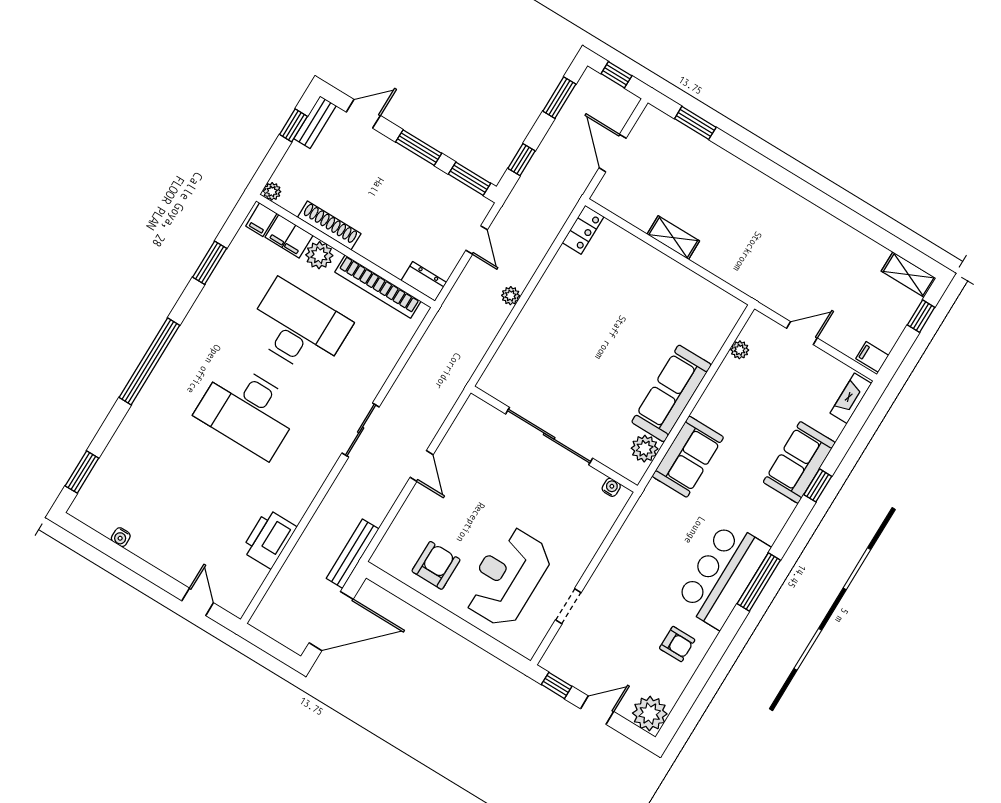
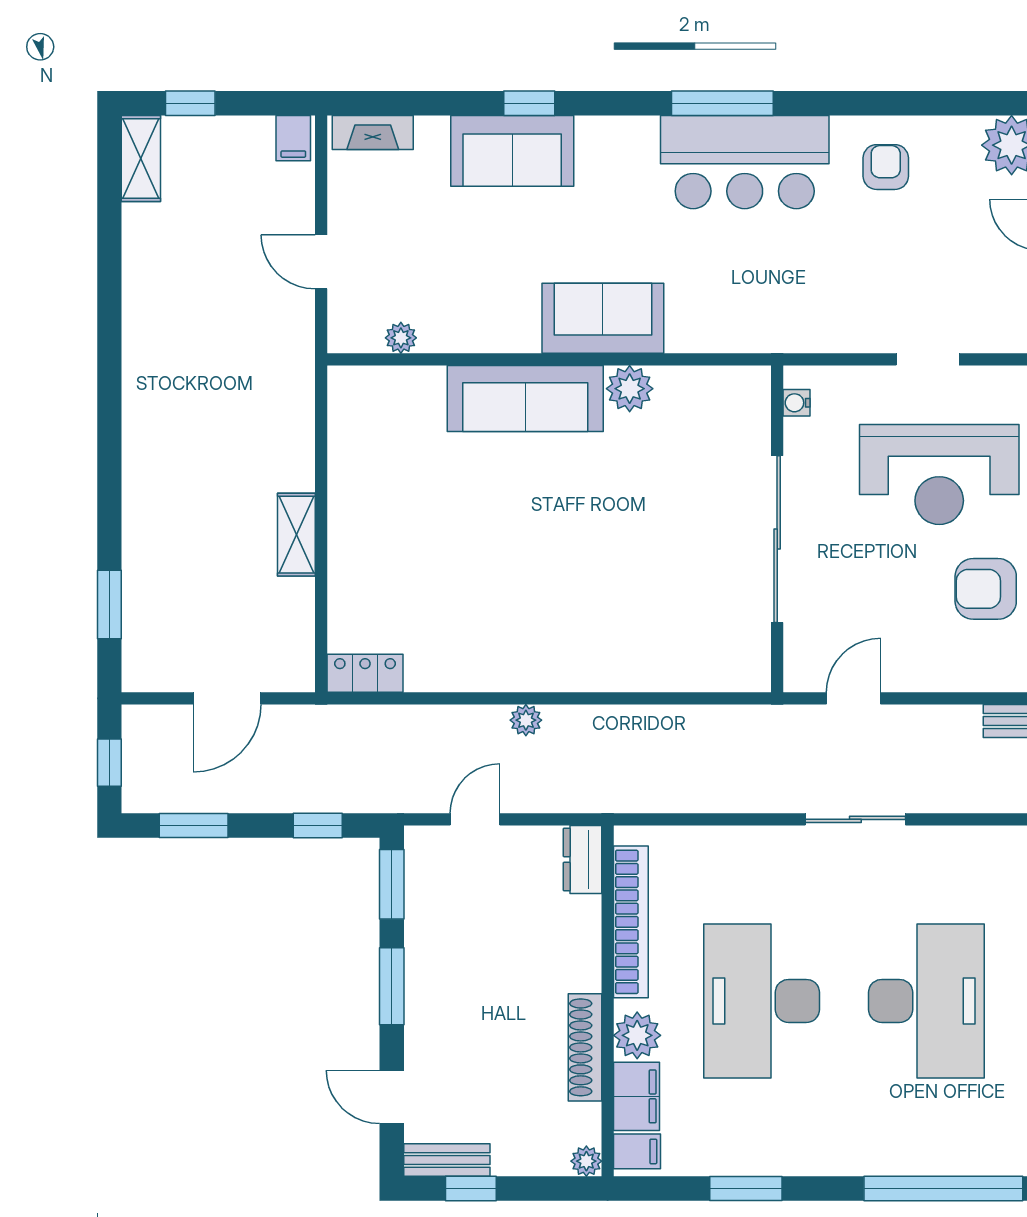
sliding door: (549, 436) -> (777, 539), moved
wall: (554, 439) -> (777, 529), moved
water cooler: (611, 487) -> (797, 403), moved

